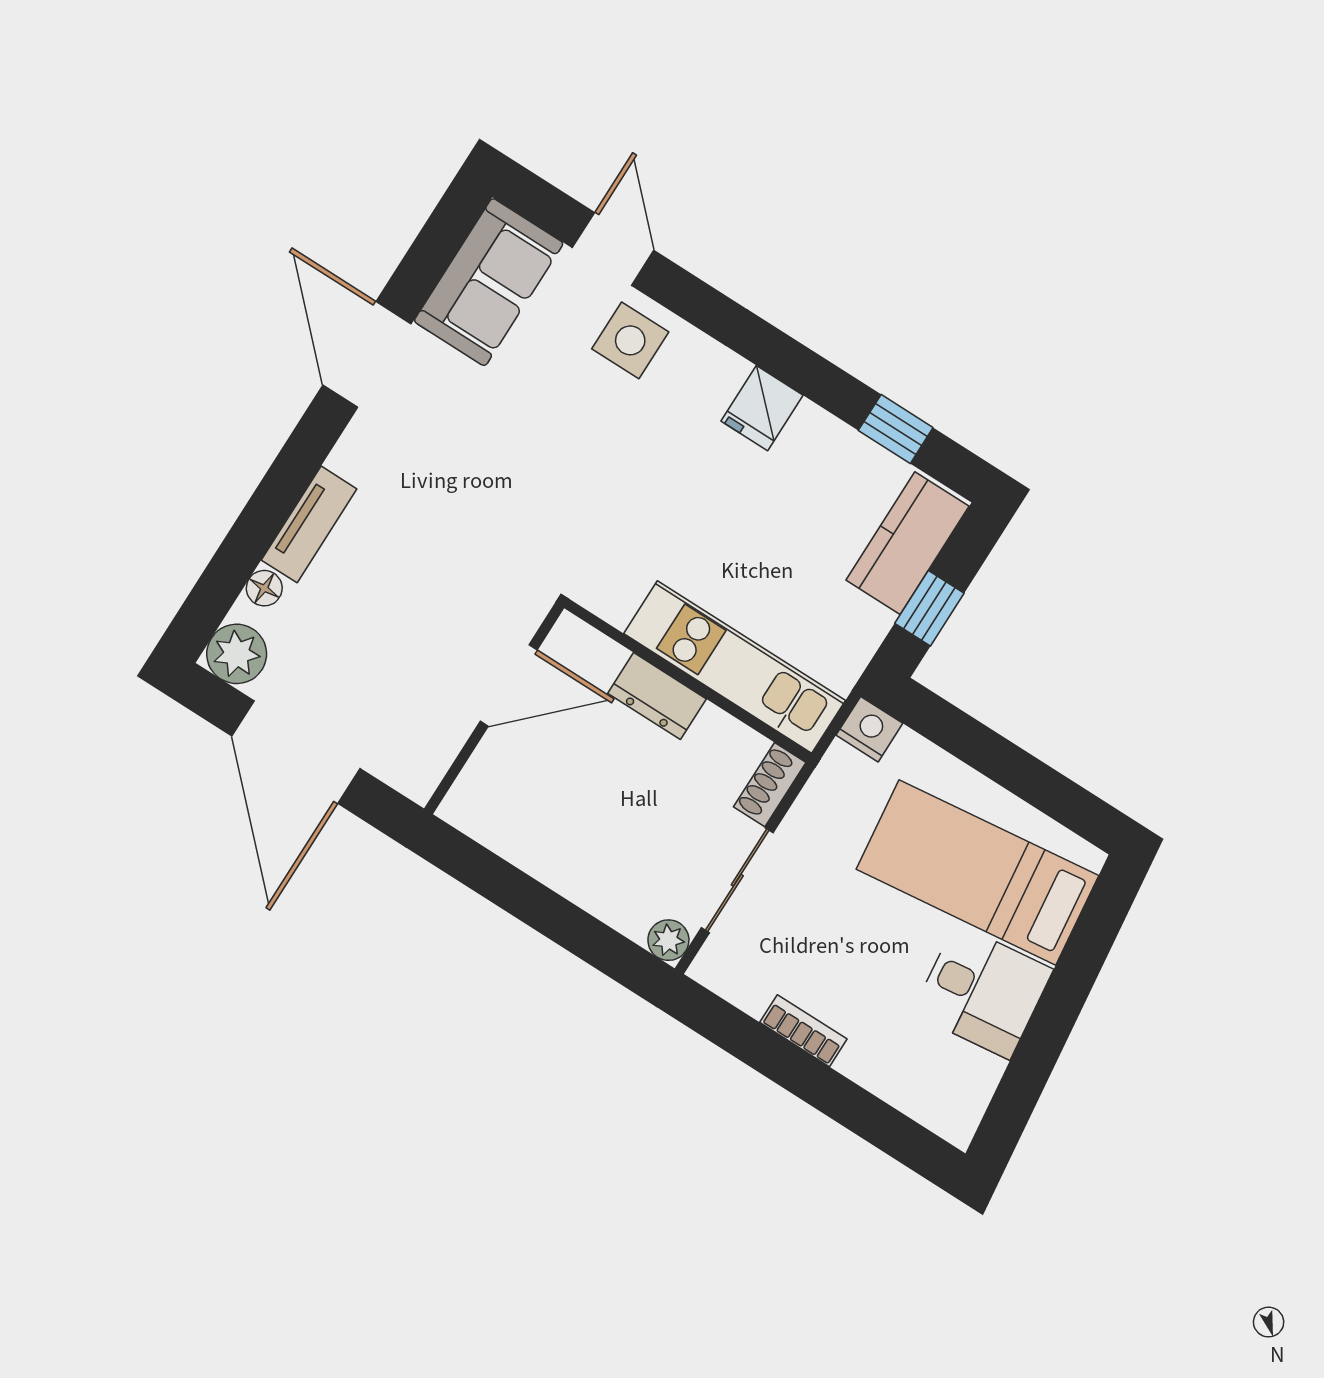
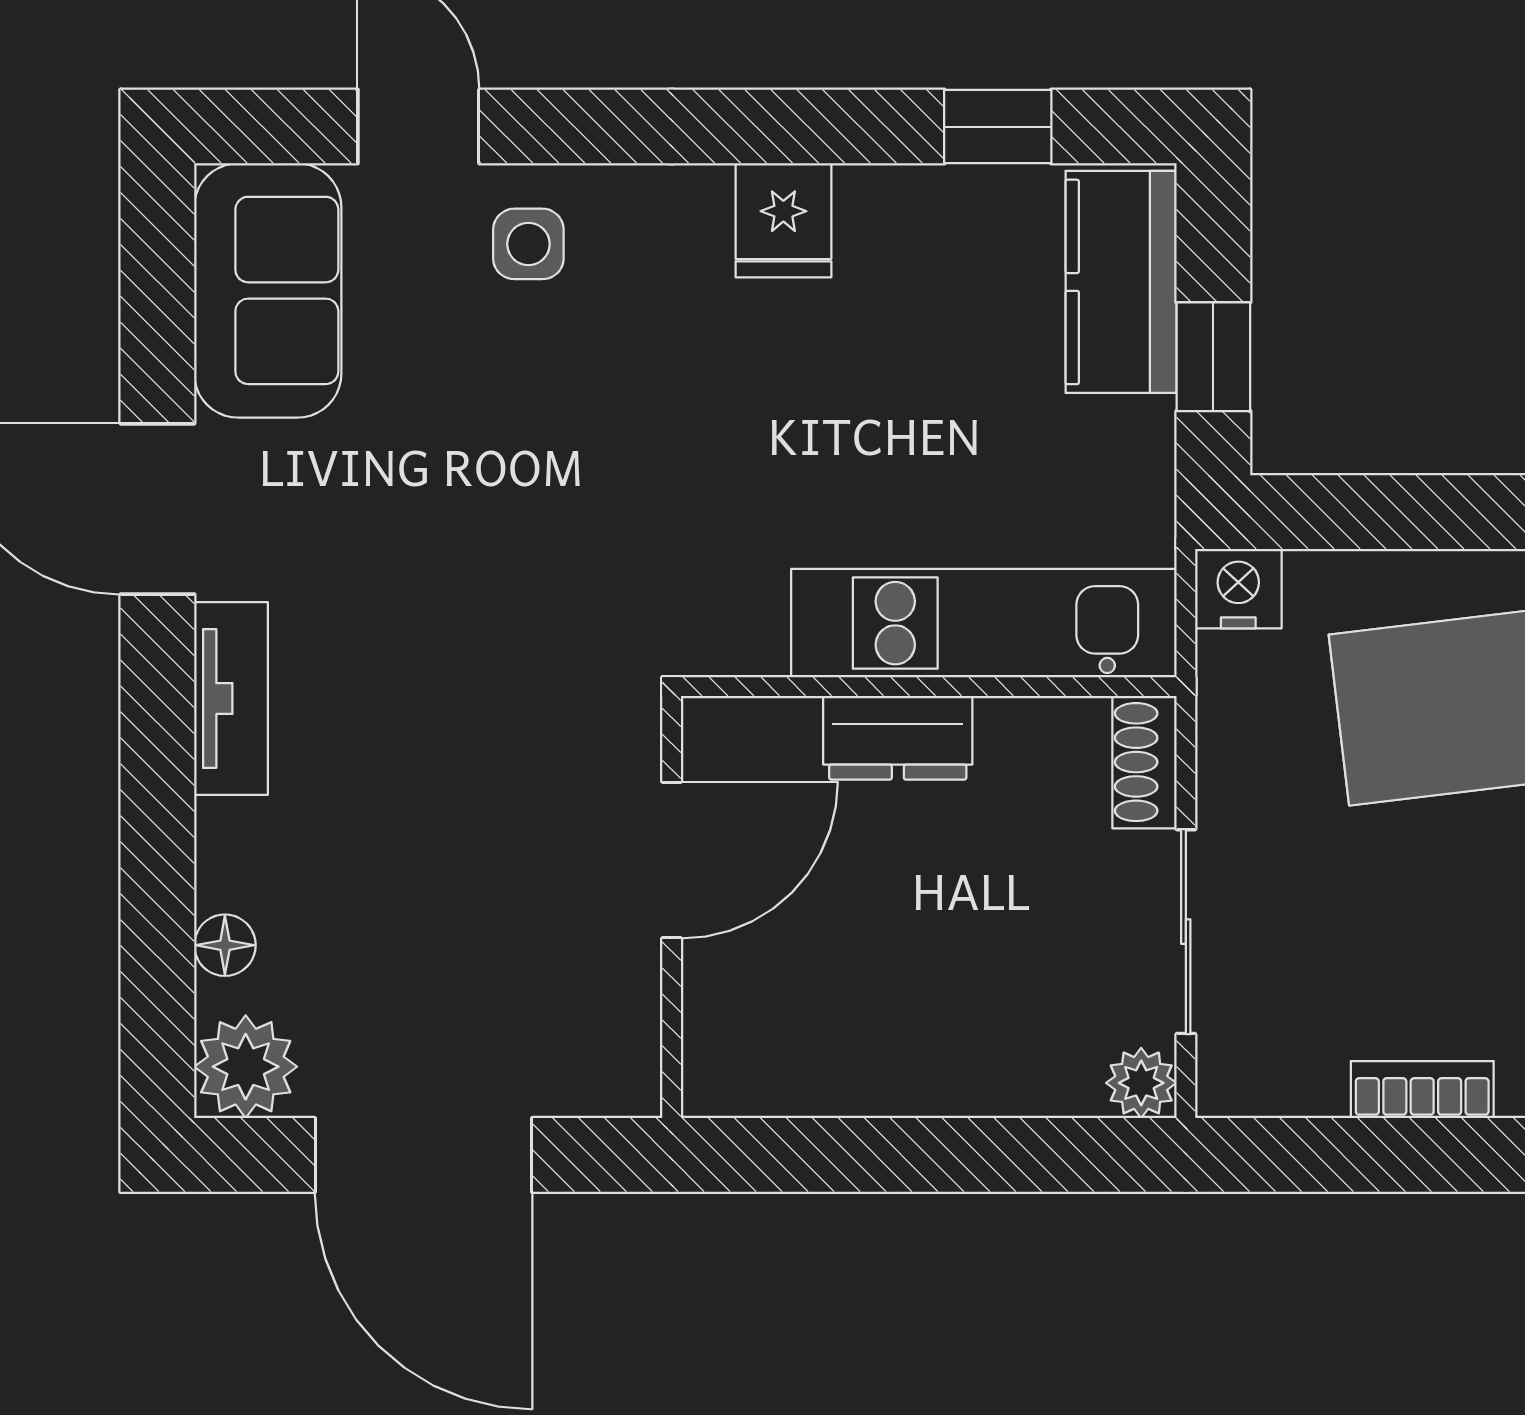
side table: (630, 340) -> (528, 244), width x0.73, depth x0.73
tv unit: (309, 524) -> (231, 699), moved

